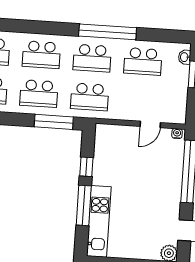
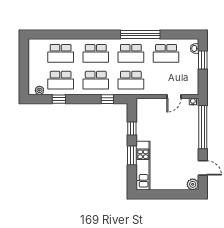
window: (54, 122) -> (107, 99), width x0.46
window: (84, 205) -> (132, 155), width x0.69

